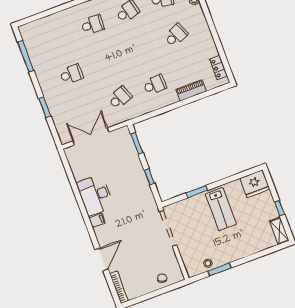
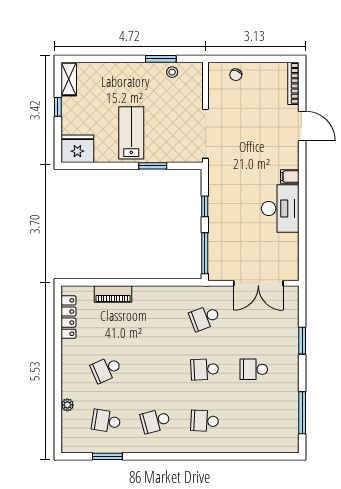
locker: (219, 68) -> (68, 317), width x1.53
school desk: (155, 85) -> (205, 369), moved
window: (137, 144) -> (205, 253), width x1.44
door: (102, 259) -> (302, 126), swing flipped

